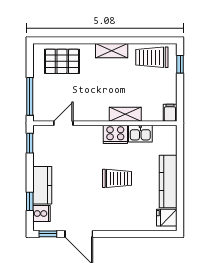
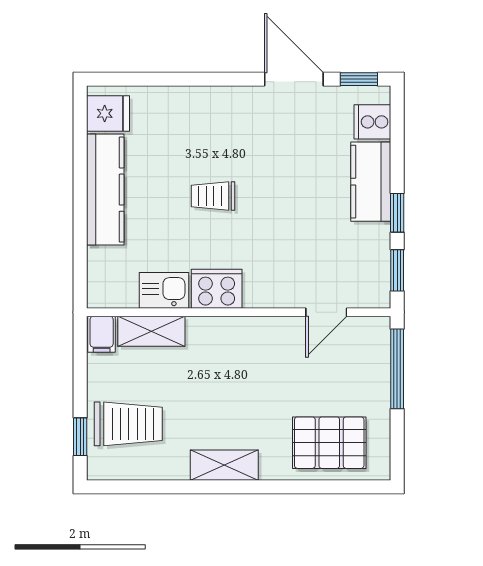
trolley: (152, 57) -> (128, 424), moved
shelving: (125, 114) -> (151, 331), moved
trolley: (117, 178) -> (213, 196), width x0.73, depth x0.72
window: (30, 201) -> (397, 213), moved

